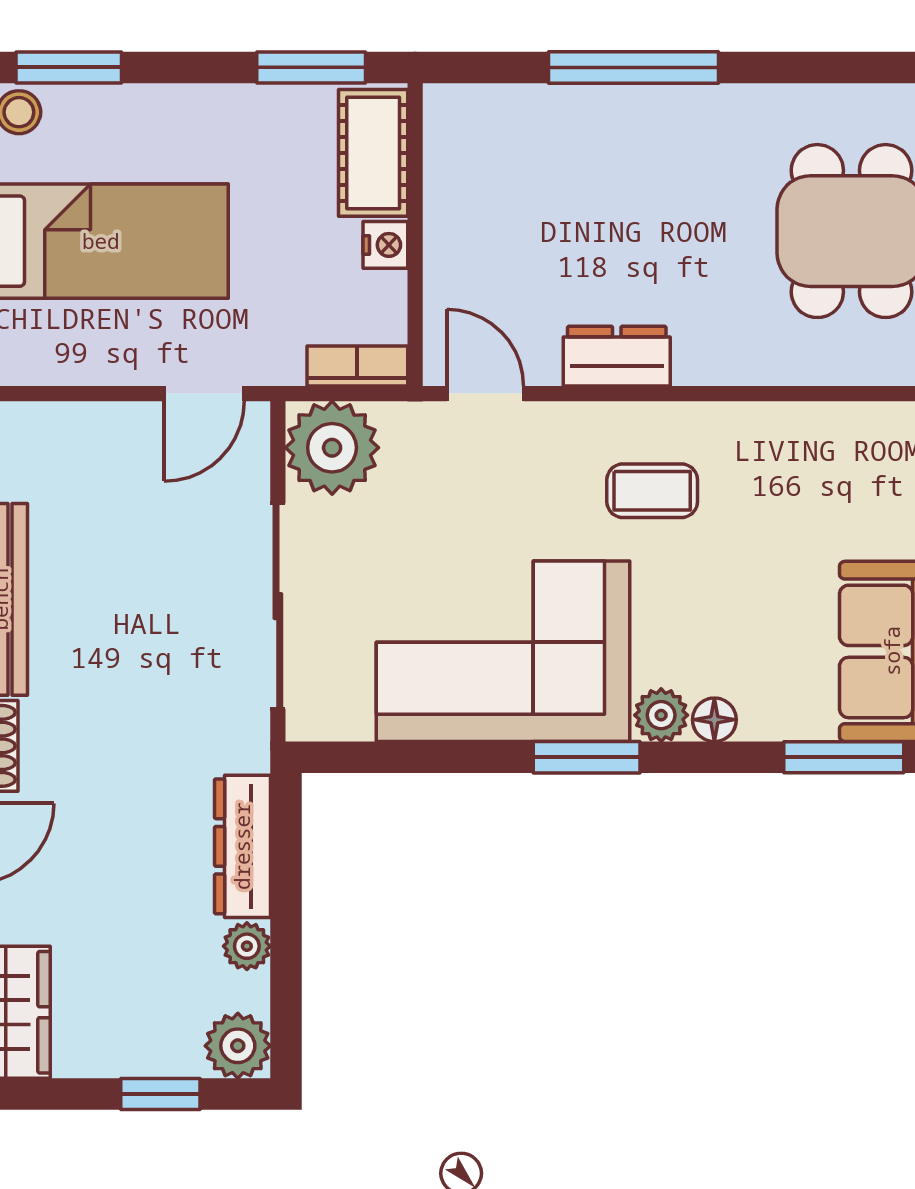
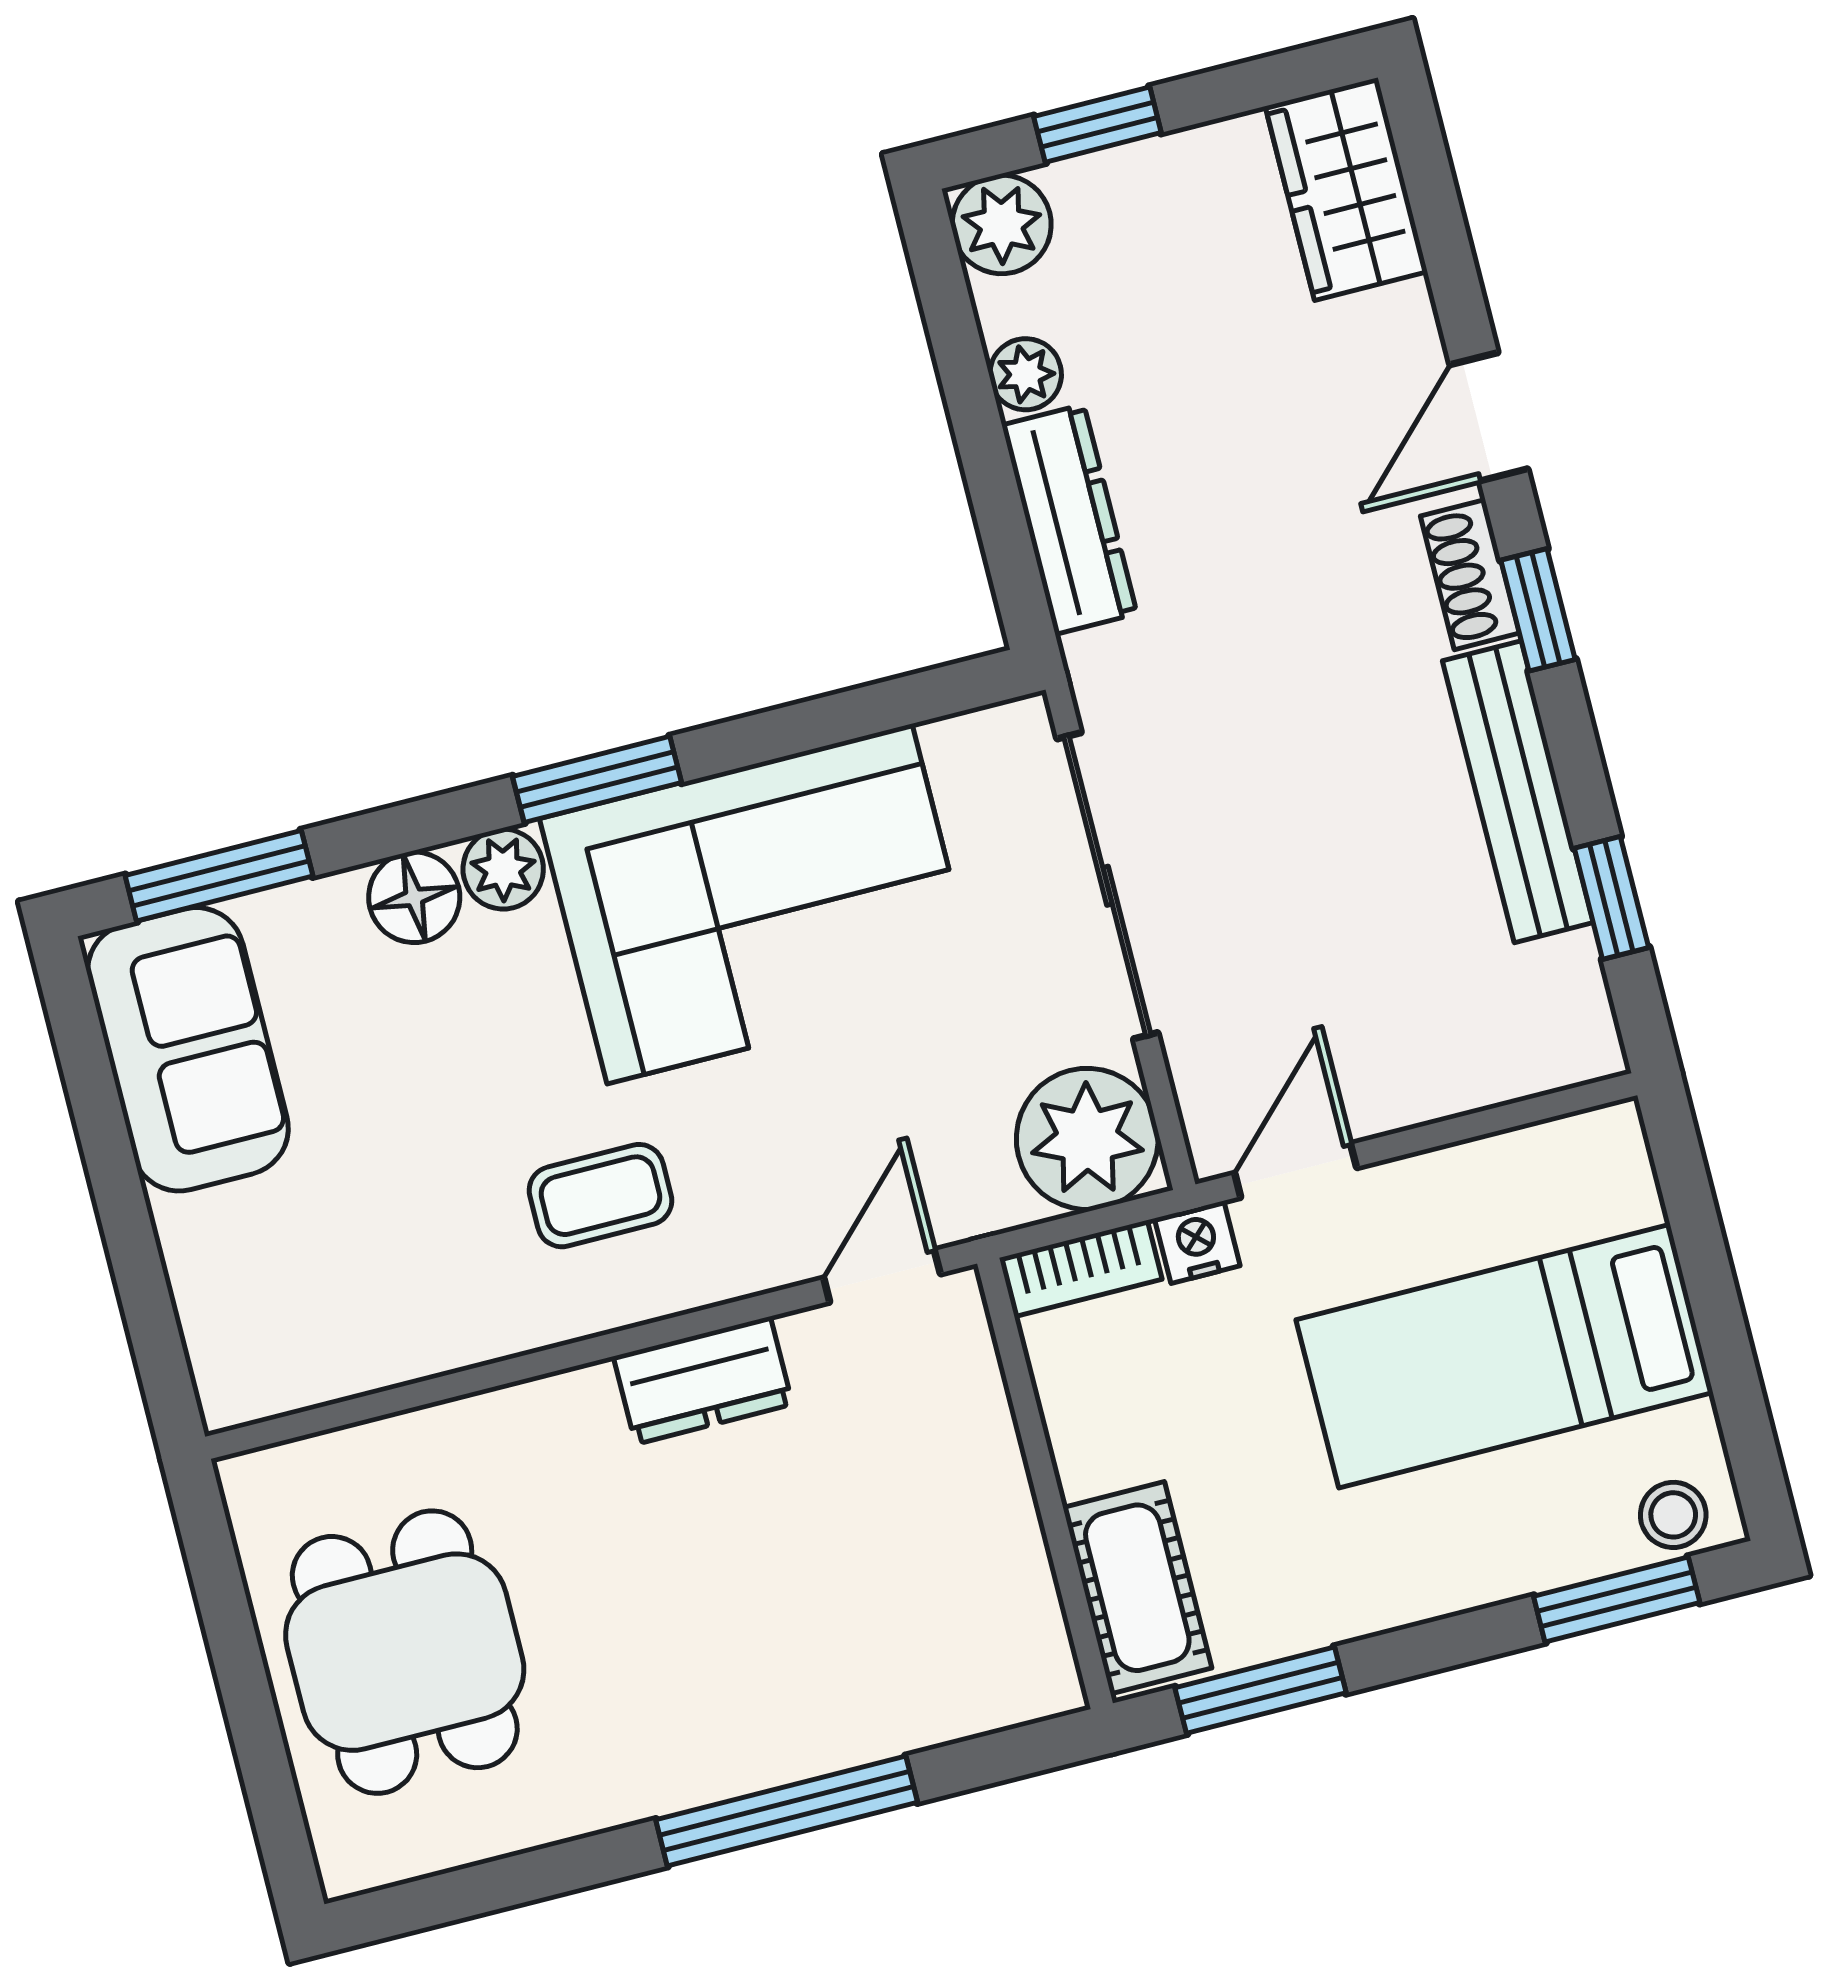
nightstand: (385, 245) -> (1197, 1242), moved, turned 90
door: (485, 394) -> (882, 1276), swing flipped
floor lamp: (714, 720) -> (414, 897), width x1.37, depth x1.37

